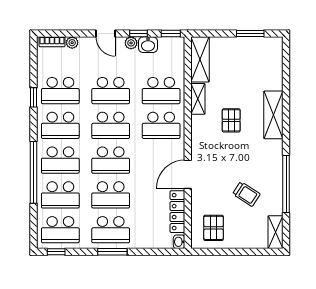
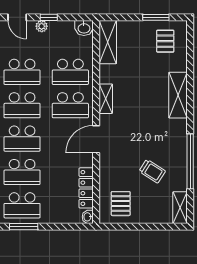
window: (171, 34) -> (80, 17), removed
washbasin: (148, 45) -> (84, 28), moved
shelving: (198, 99) -> (106, 99), moved
pallet: (231, 120) -> (165, 41), moved
door: (188, 174) -> (96, 139), moved

